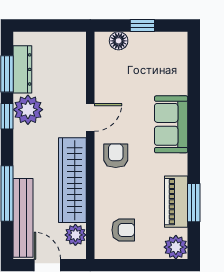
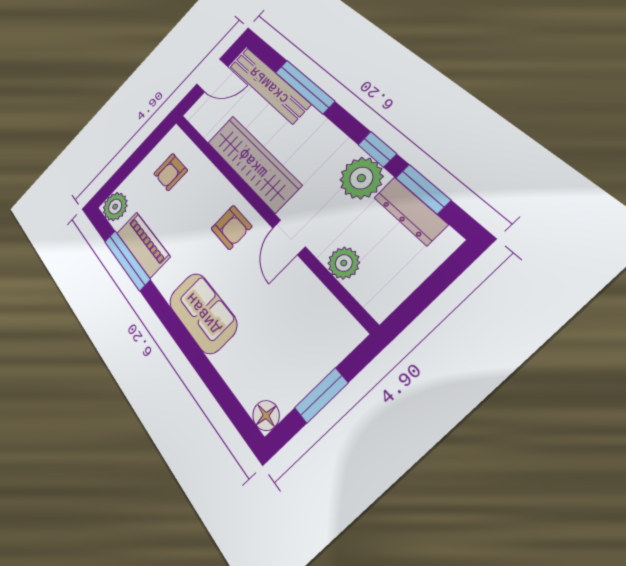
window: (142, 26) -> (321, 395), width x1.50
floor lamp: (119, 41) -> (266, 415), moved
window: (194, 203) -> (127, 260), width x1.44
plant: (75, 235) -> (344, 263), moved

